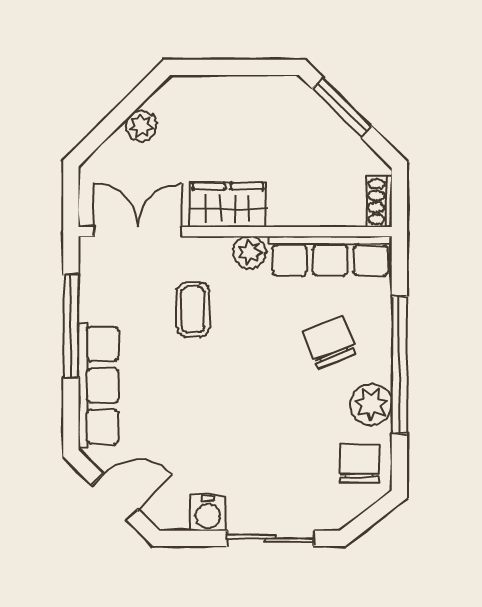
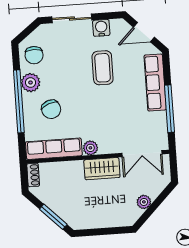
coffee table: (193, 310) -> (103, 68), moved, width x1.36, depth x1.30

